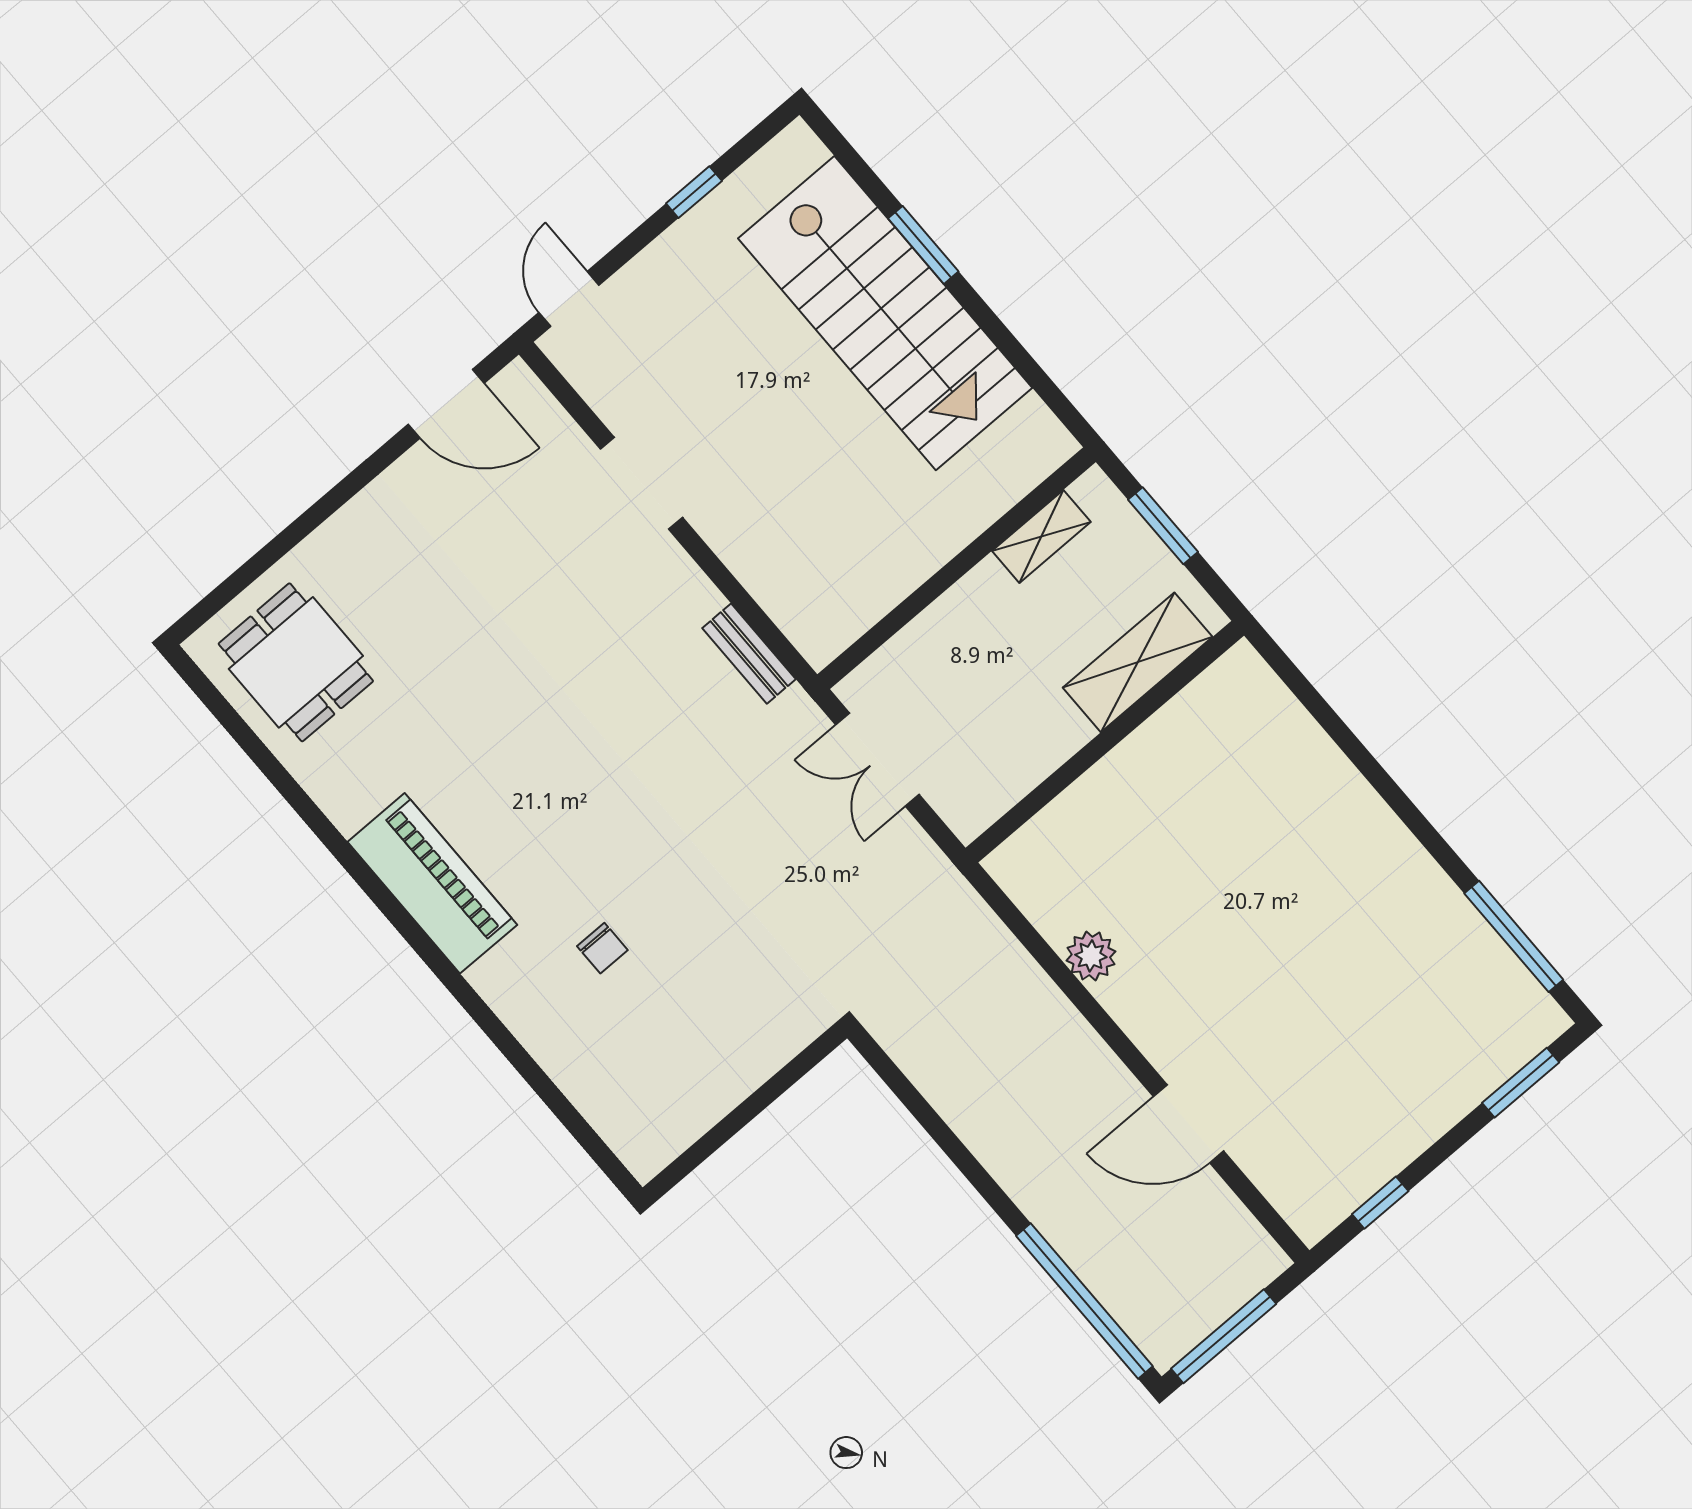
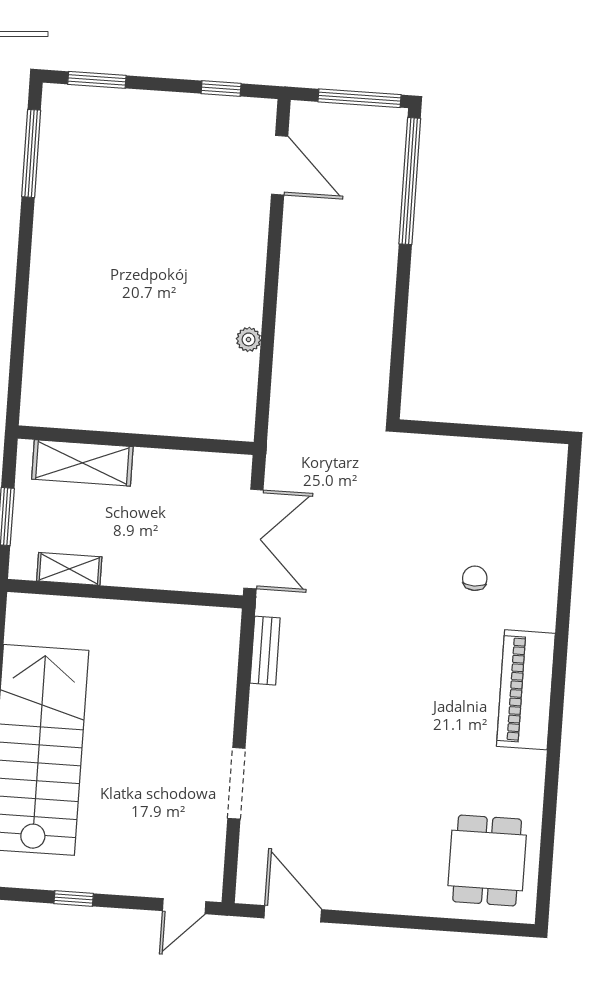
double door: (877, 760) -> (253, 539), width x1.37
plant: (1091, 956) -> (249, 339), width x0.73, depth x0.73
door: (1189, 1124) -> (280, 165), moved

